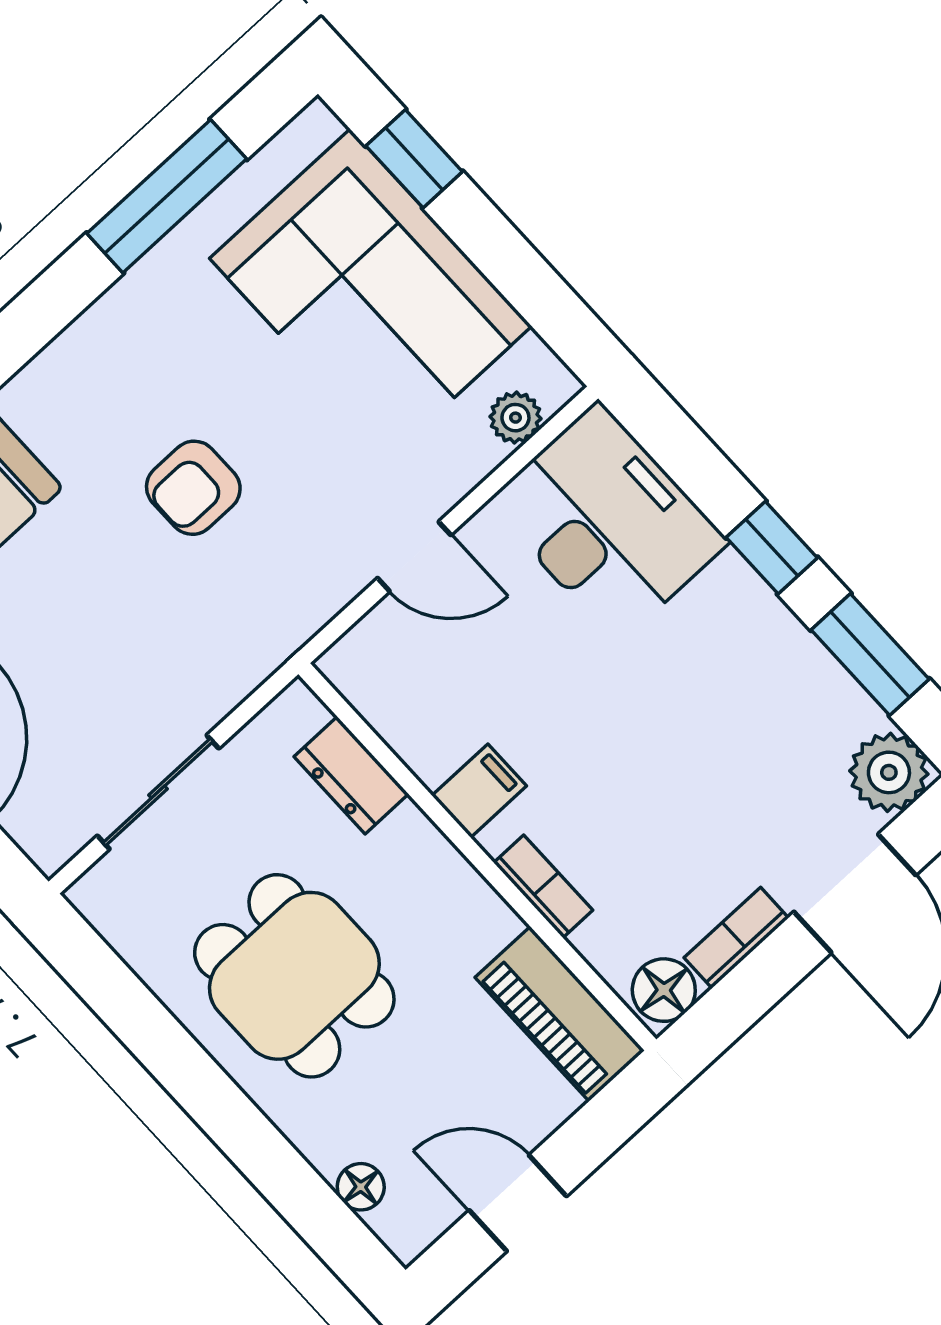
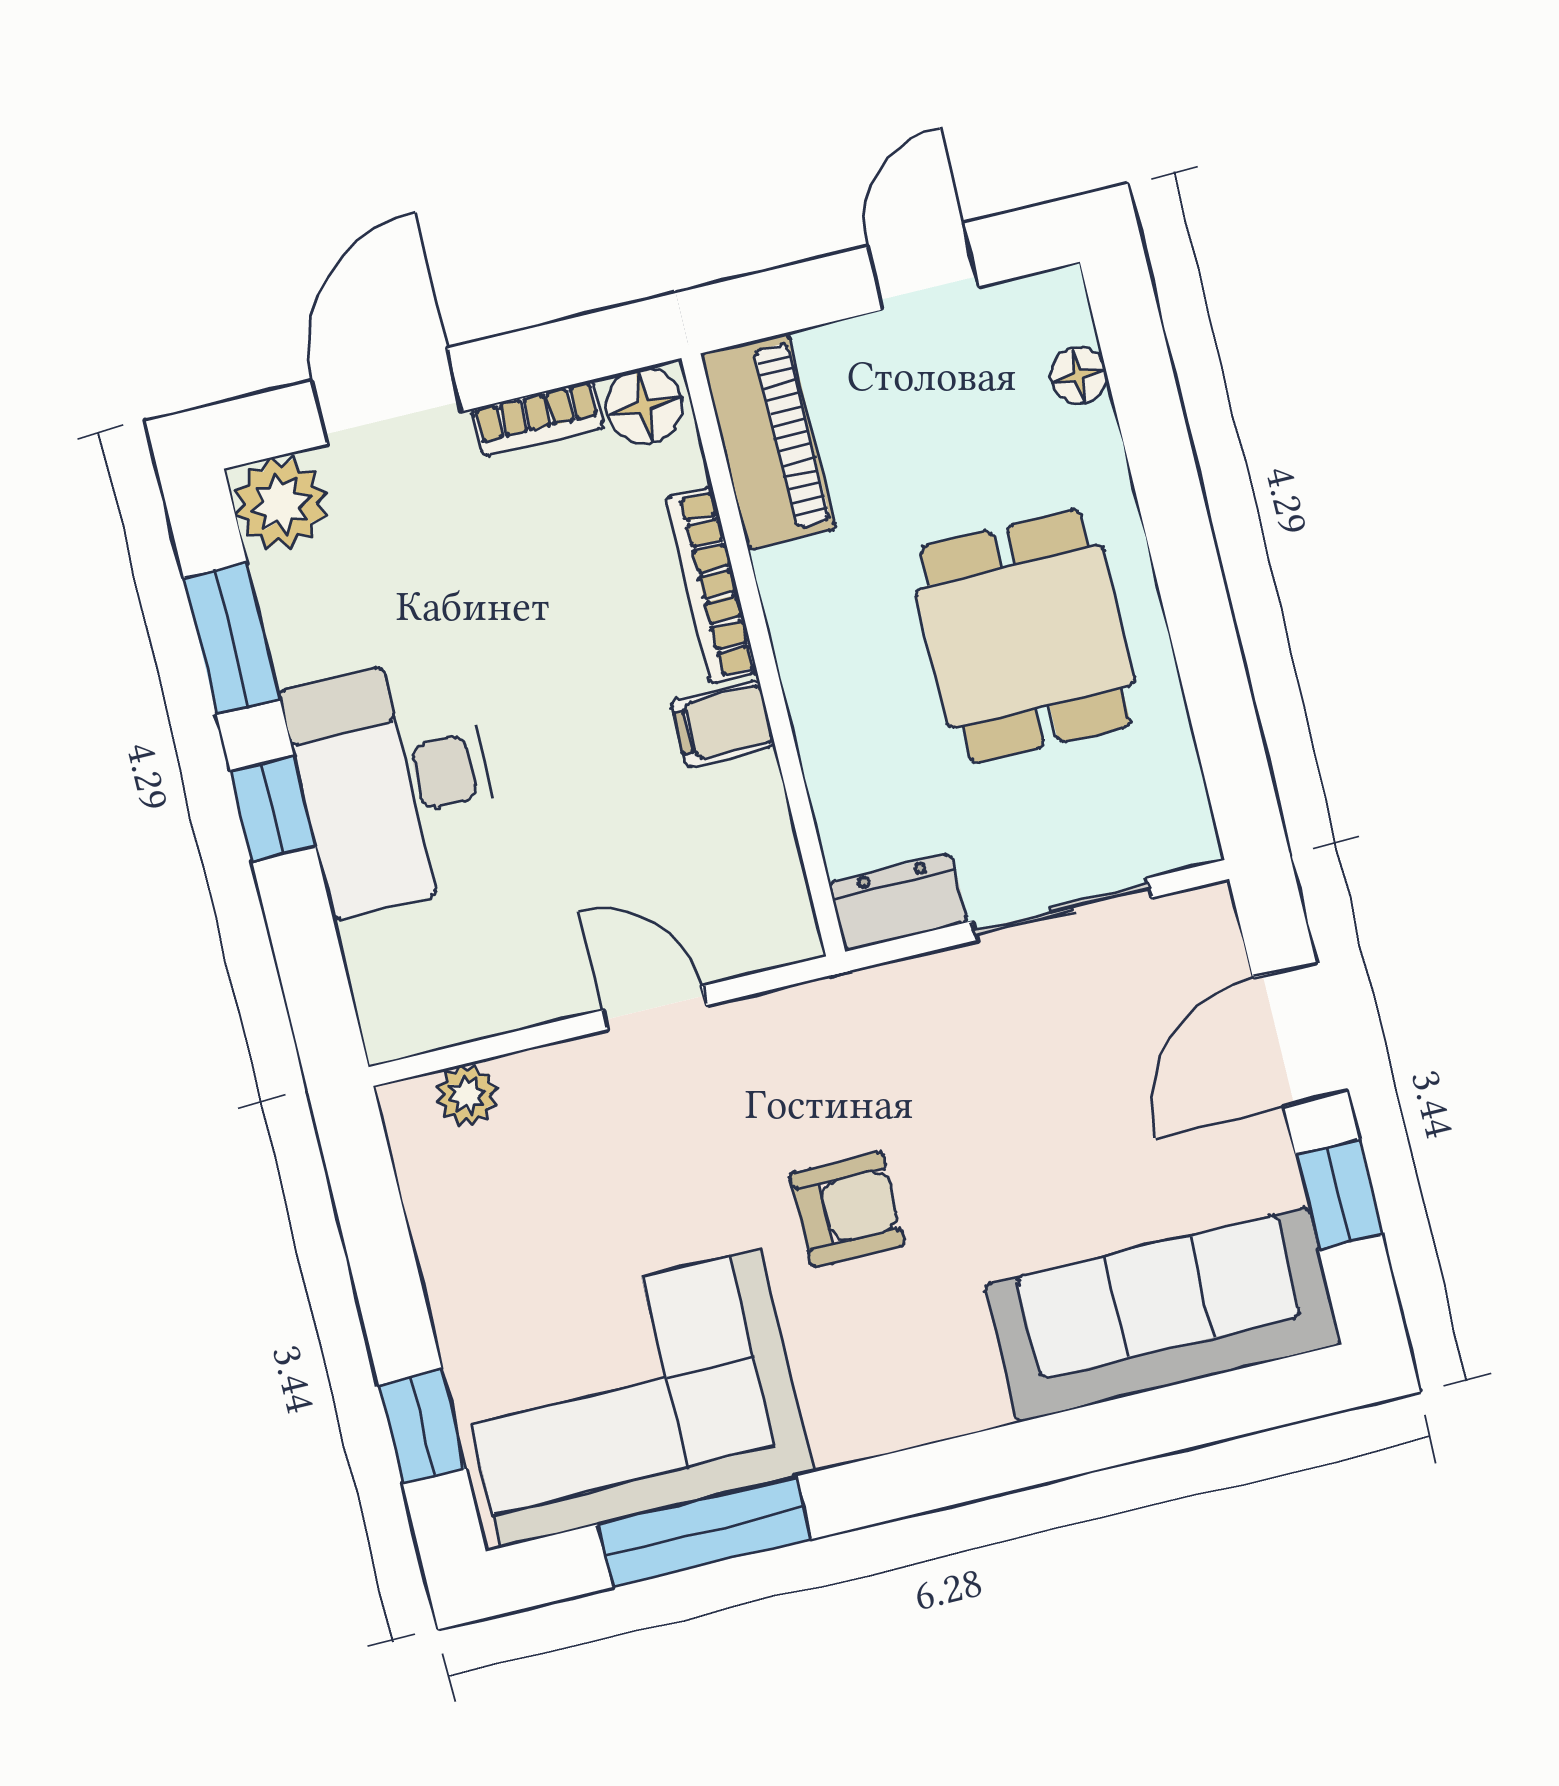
corner sofa: (371, 292) -> (631, 1398), moved, turned -90
desk: (608, 522) -> (395, 784), moved
dresser: (351, 775) -> (898, 902), moved, turned -90
bookcase: (543, 886) -> (711, 585), width x1.56
door: (518, 1203) -> (923, 267), swing flipped

